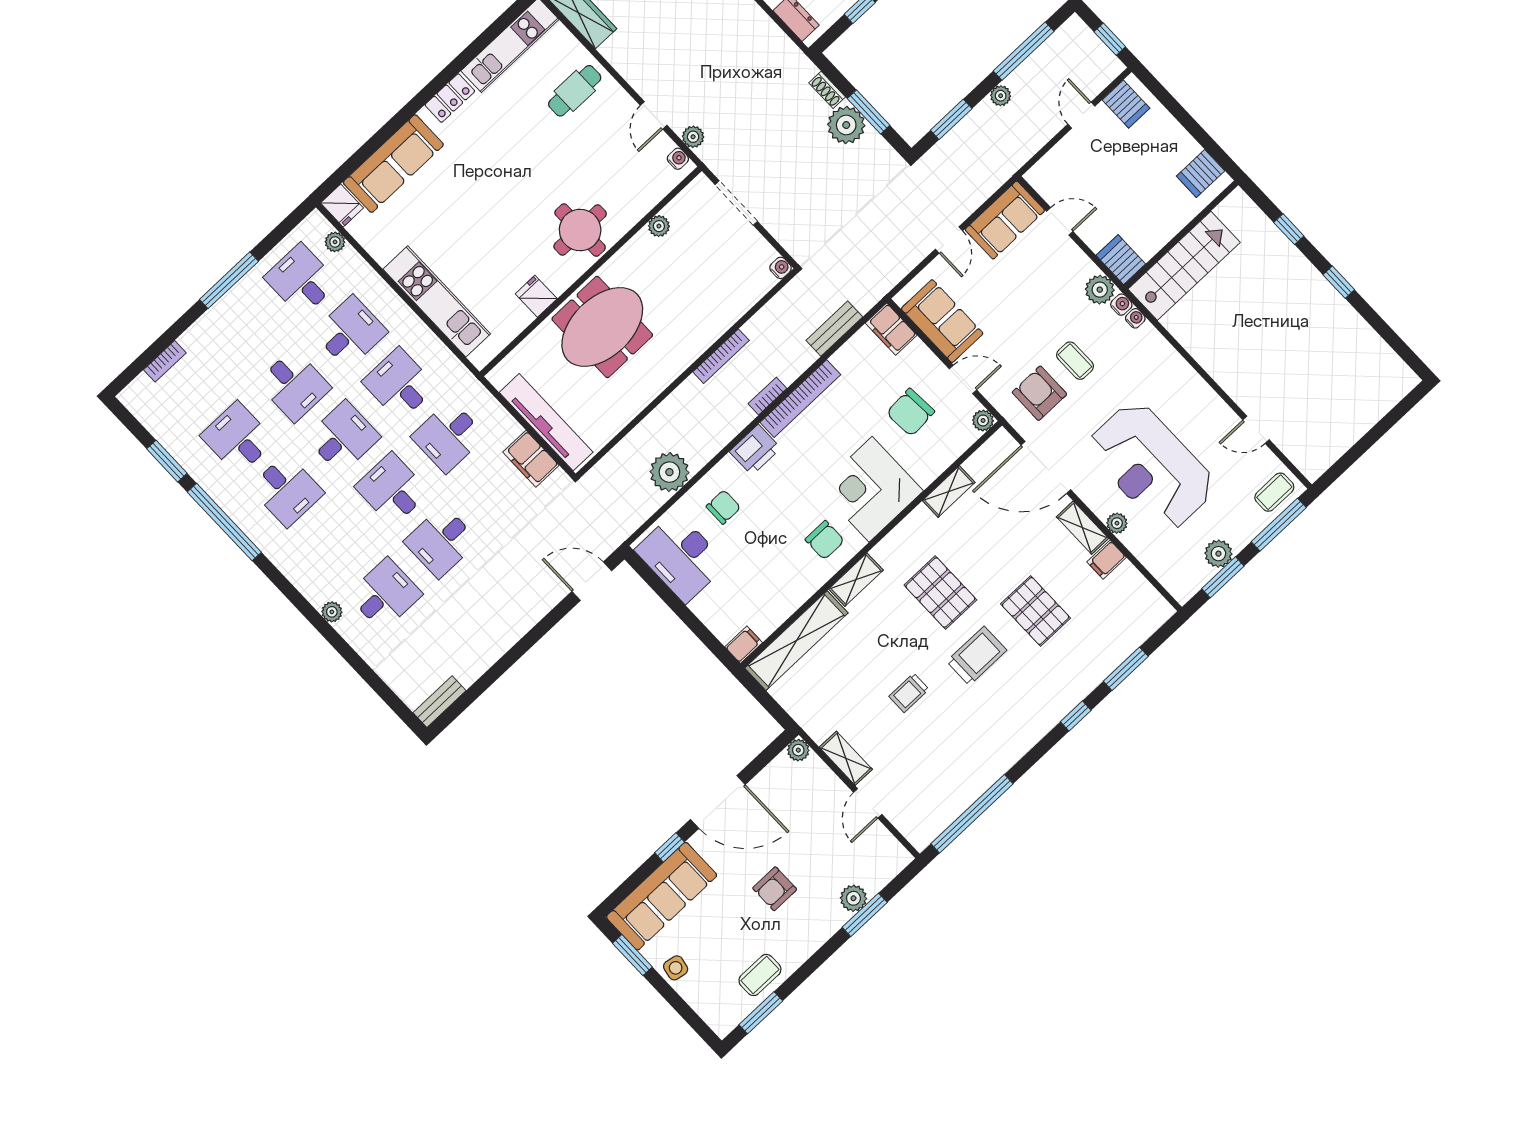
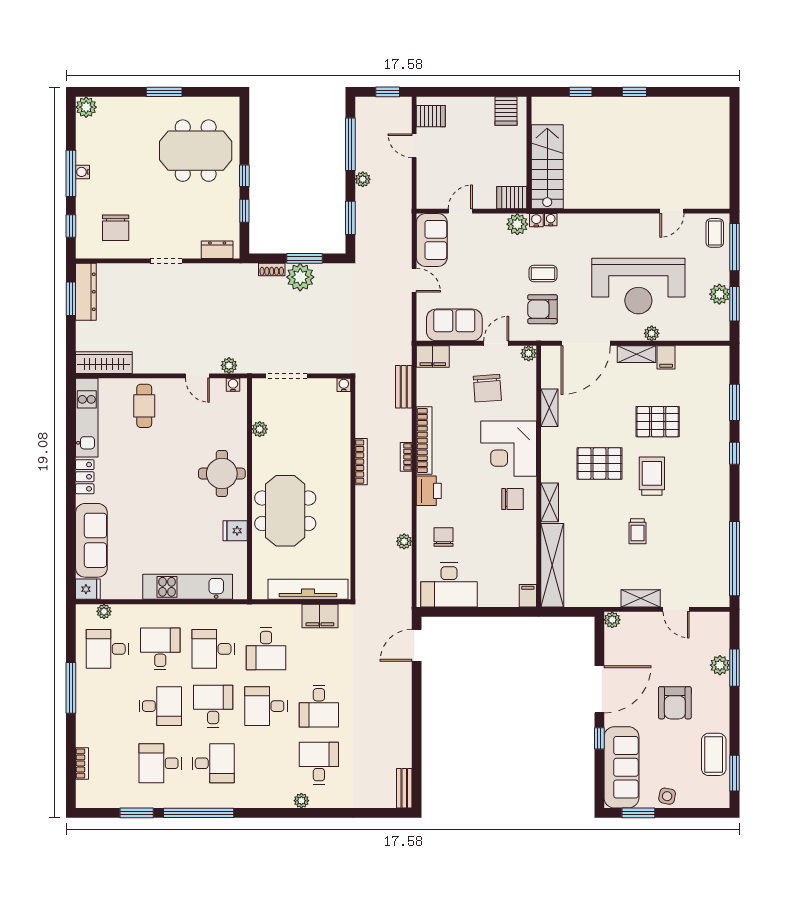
plant: (669, 472) -> (404, 541), width x0.53, depth x0.53
armchair: (775, 889) -> (675, 703), width x1.38, depth x1.38
coffee table: (760, 975) -> (714, 754), width x1.36, depth x1.30

